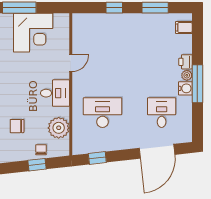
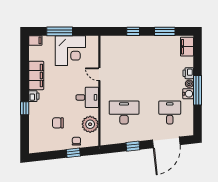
filing cabinet: (184, 27) -> (187, 47), width x2.00
door: (71, 63) -> (99, 74), swing flipped
window: (97, 158) -> (133, 146), moved

